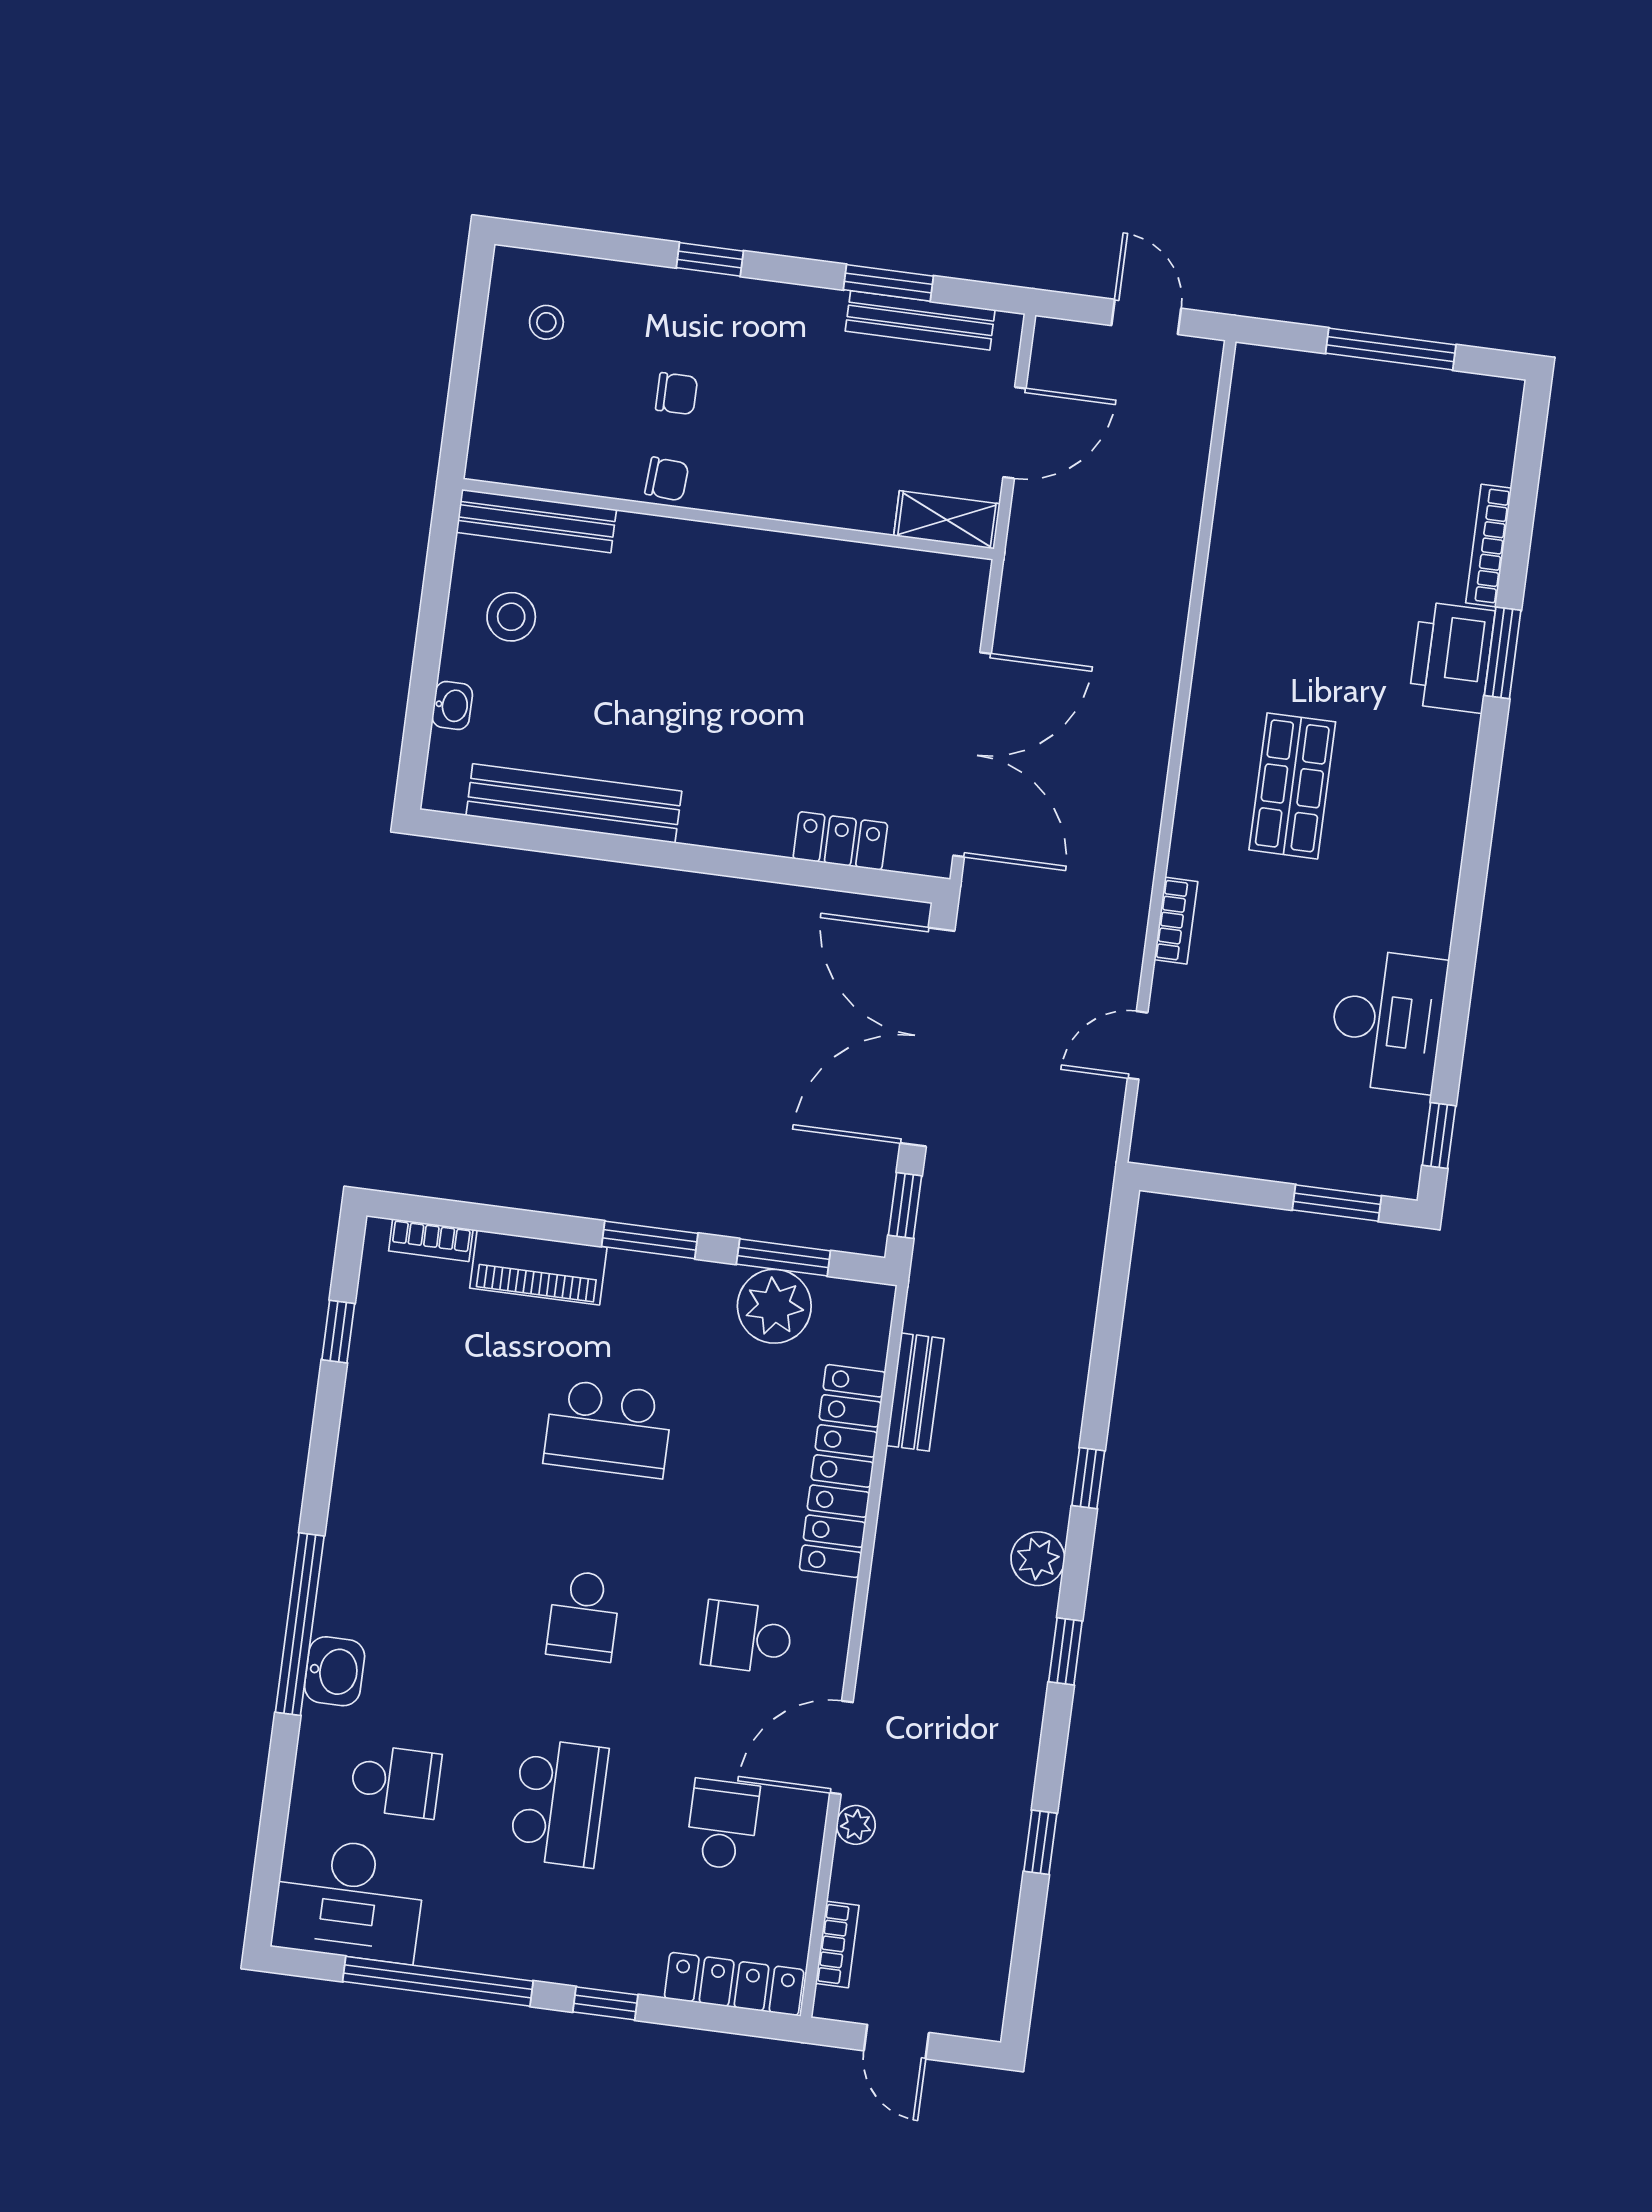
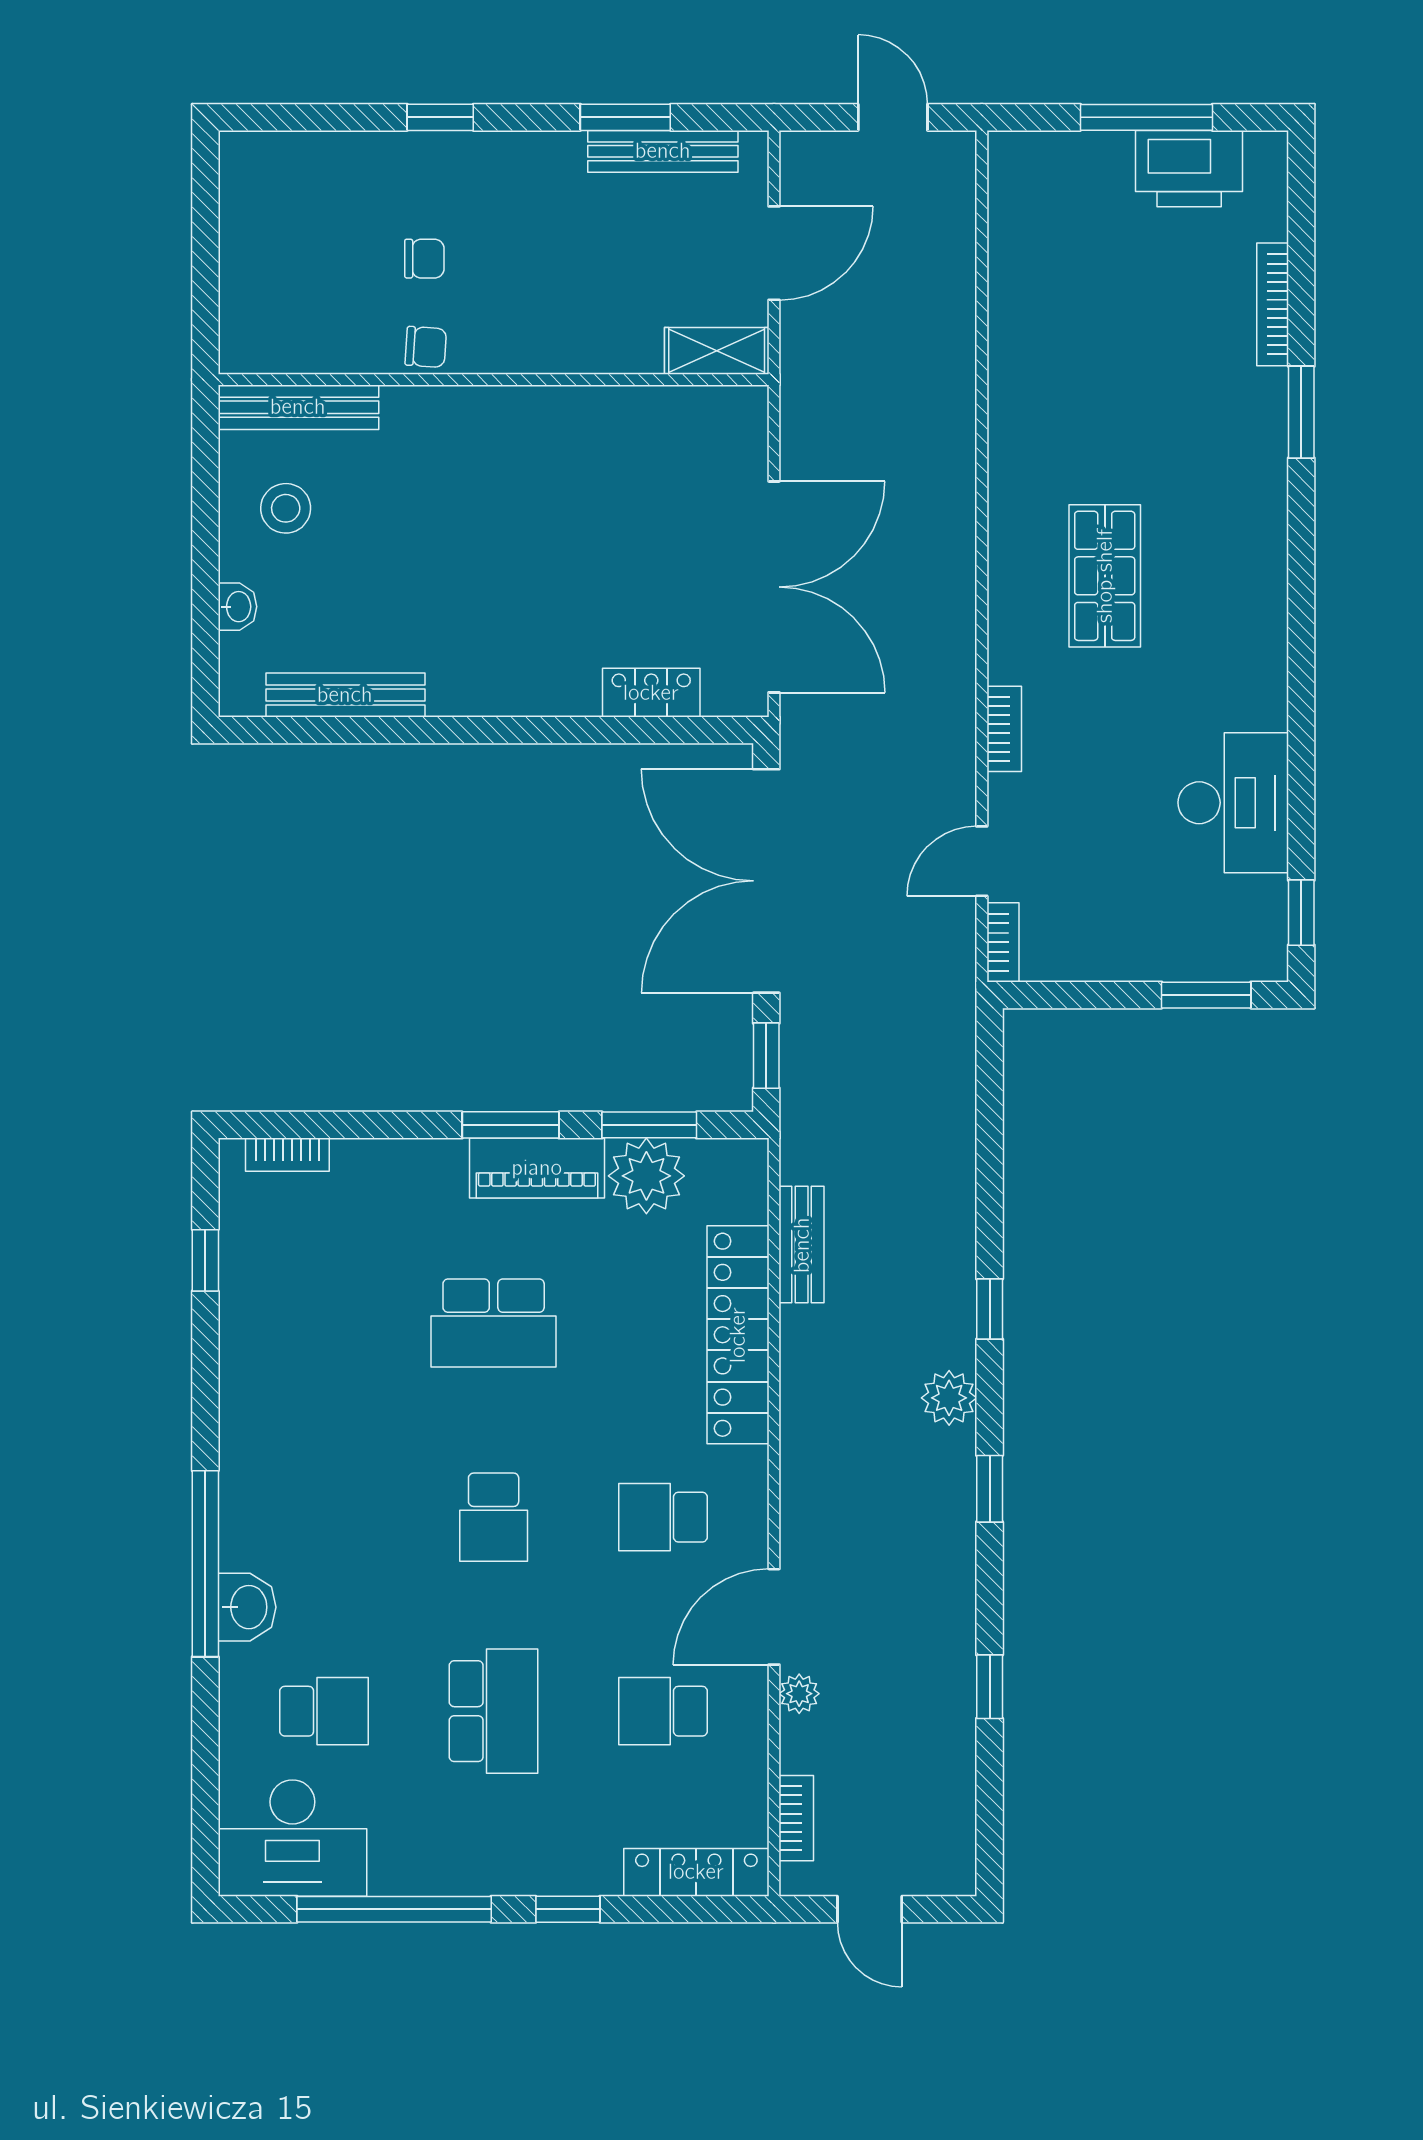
stool: (546, 322) -> (282, 203), removed
printer: (1452, 657) -> (1189, 169), moved, turned -90
bench: (574, 803) -> (345, 695), width x0.73, depth x0.82
bookcase: (1148, 1126) -> (1003, 942), added
piano: (538, 1268) -> (537, 1168), moved
school desk: (722, 1824) -> (663, 1711), turned -90

